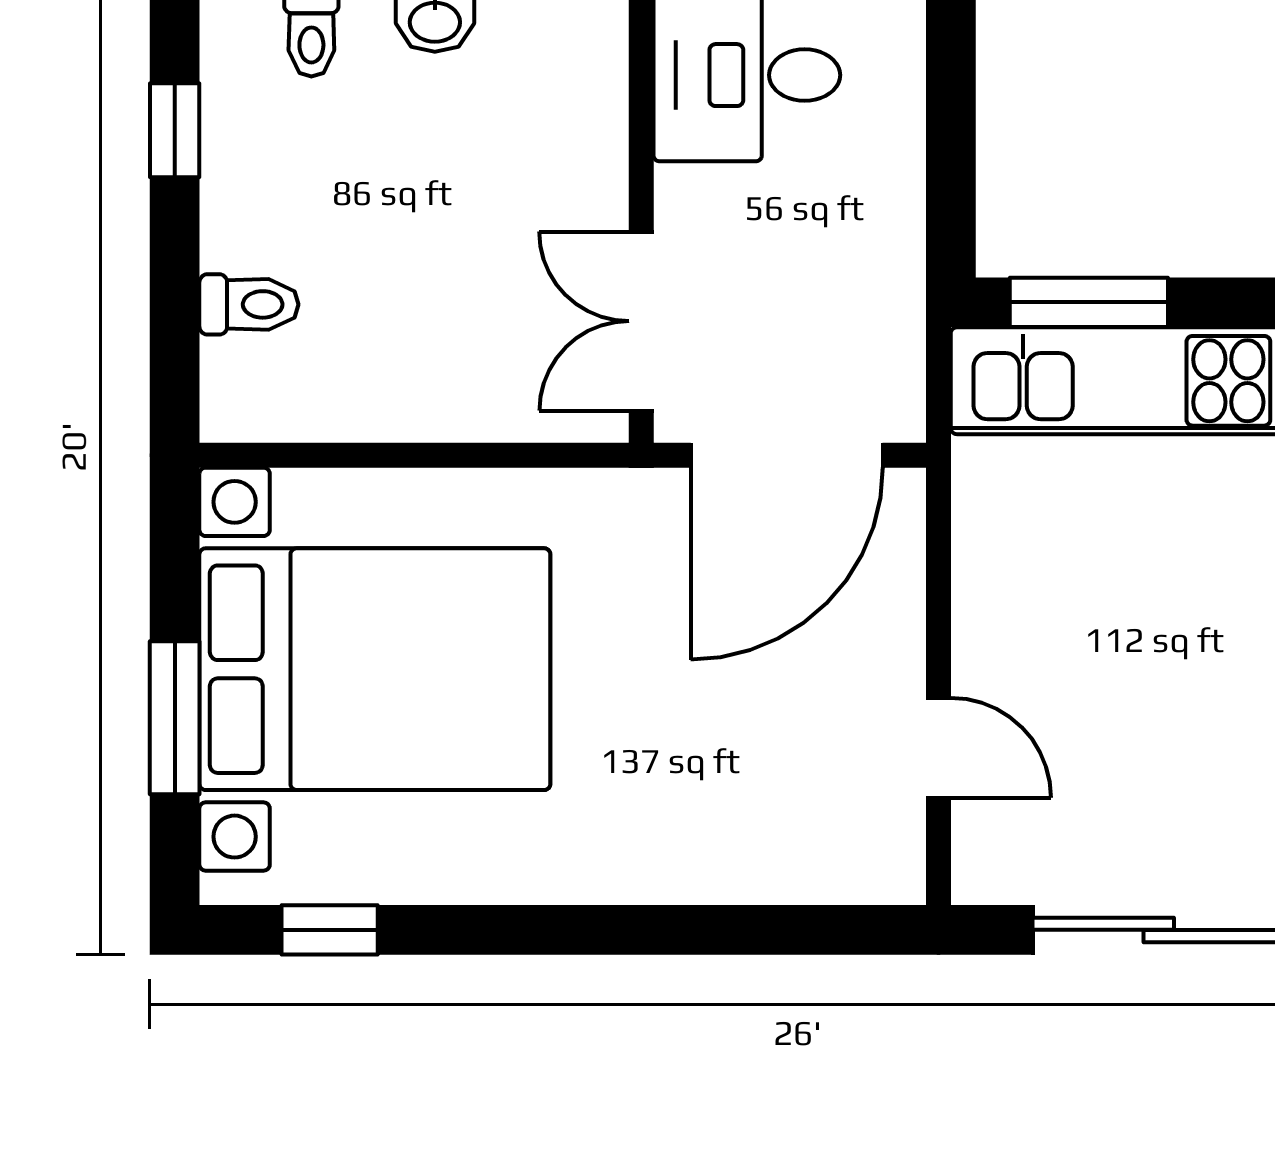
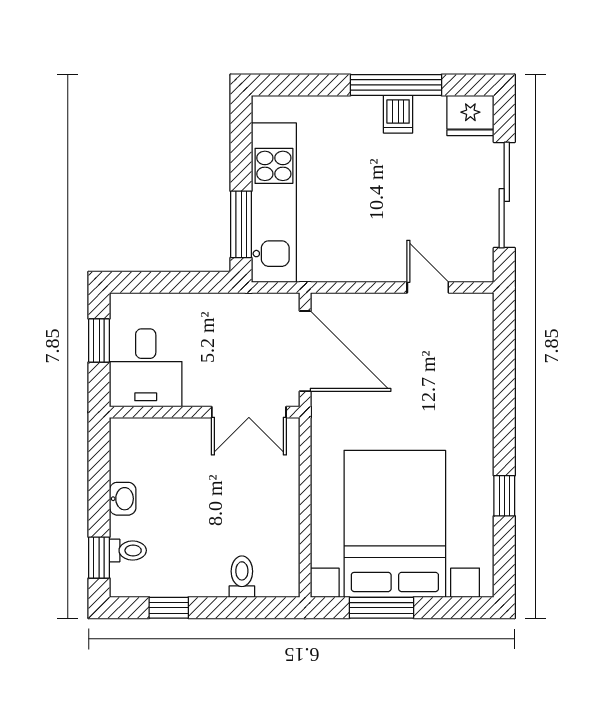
window: (175, 718) -> (381, 608), moved
door: (938, 748) -> (428, 287), hinge flipped
window: (330, 930) -> (504, 496), moved

